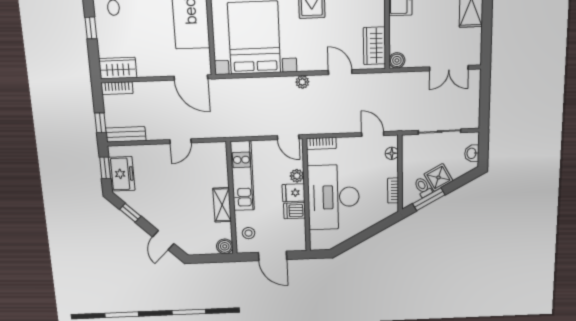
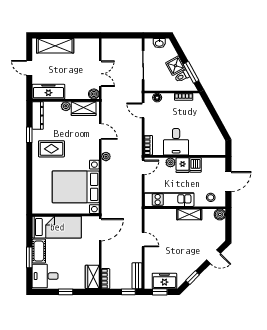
plant: (378, 18) -> (66, 106), added
double door: (449, 68) -> (100, 74), moved
door: (340, 72) -> (100, 131), swing flipped
door: (373, 134) -> (143, 110), hinge flipped
desk: (334, 197) -> (176, 142), width x0.53, depth x0.77

